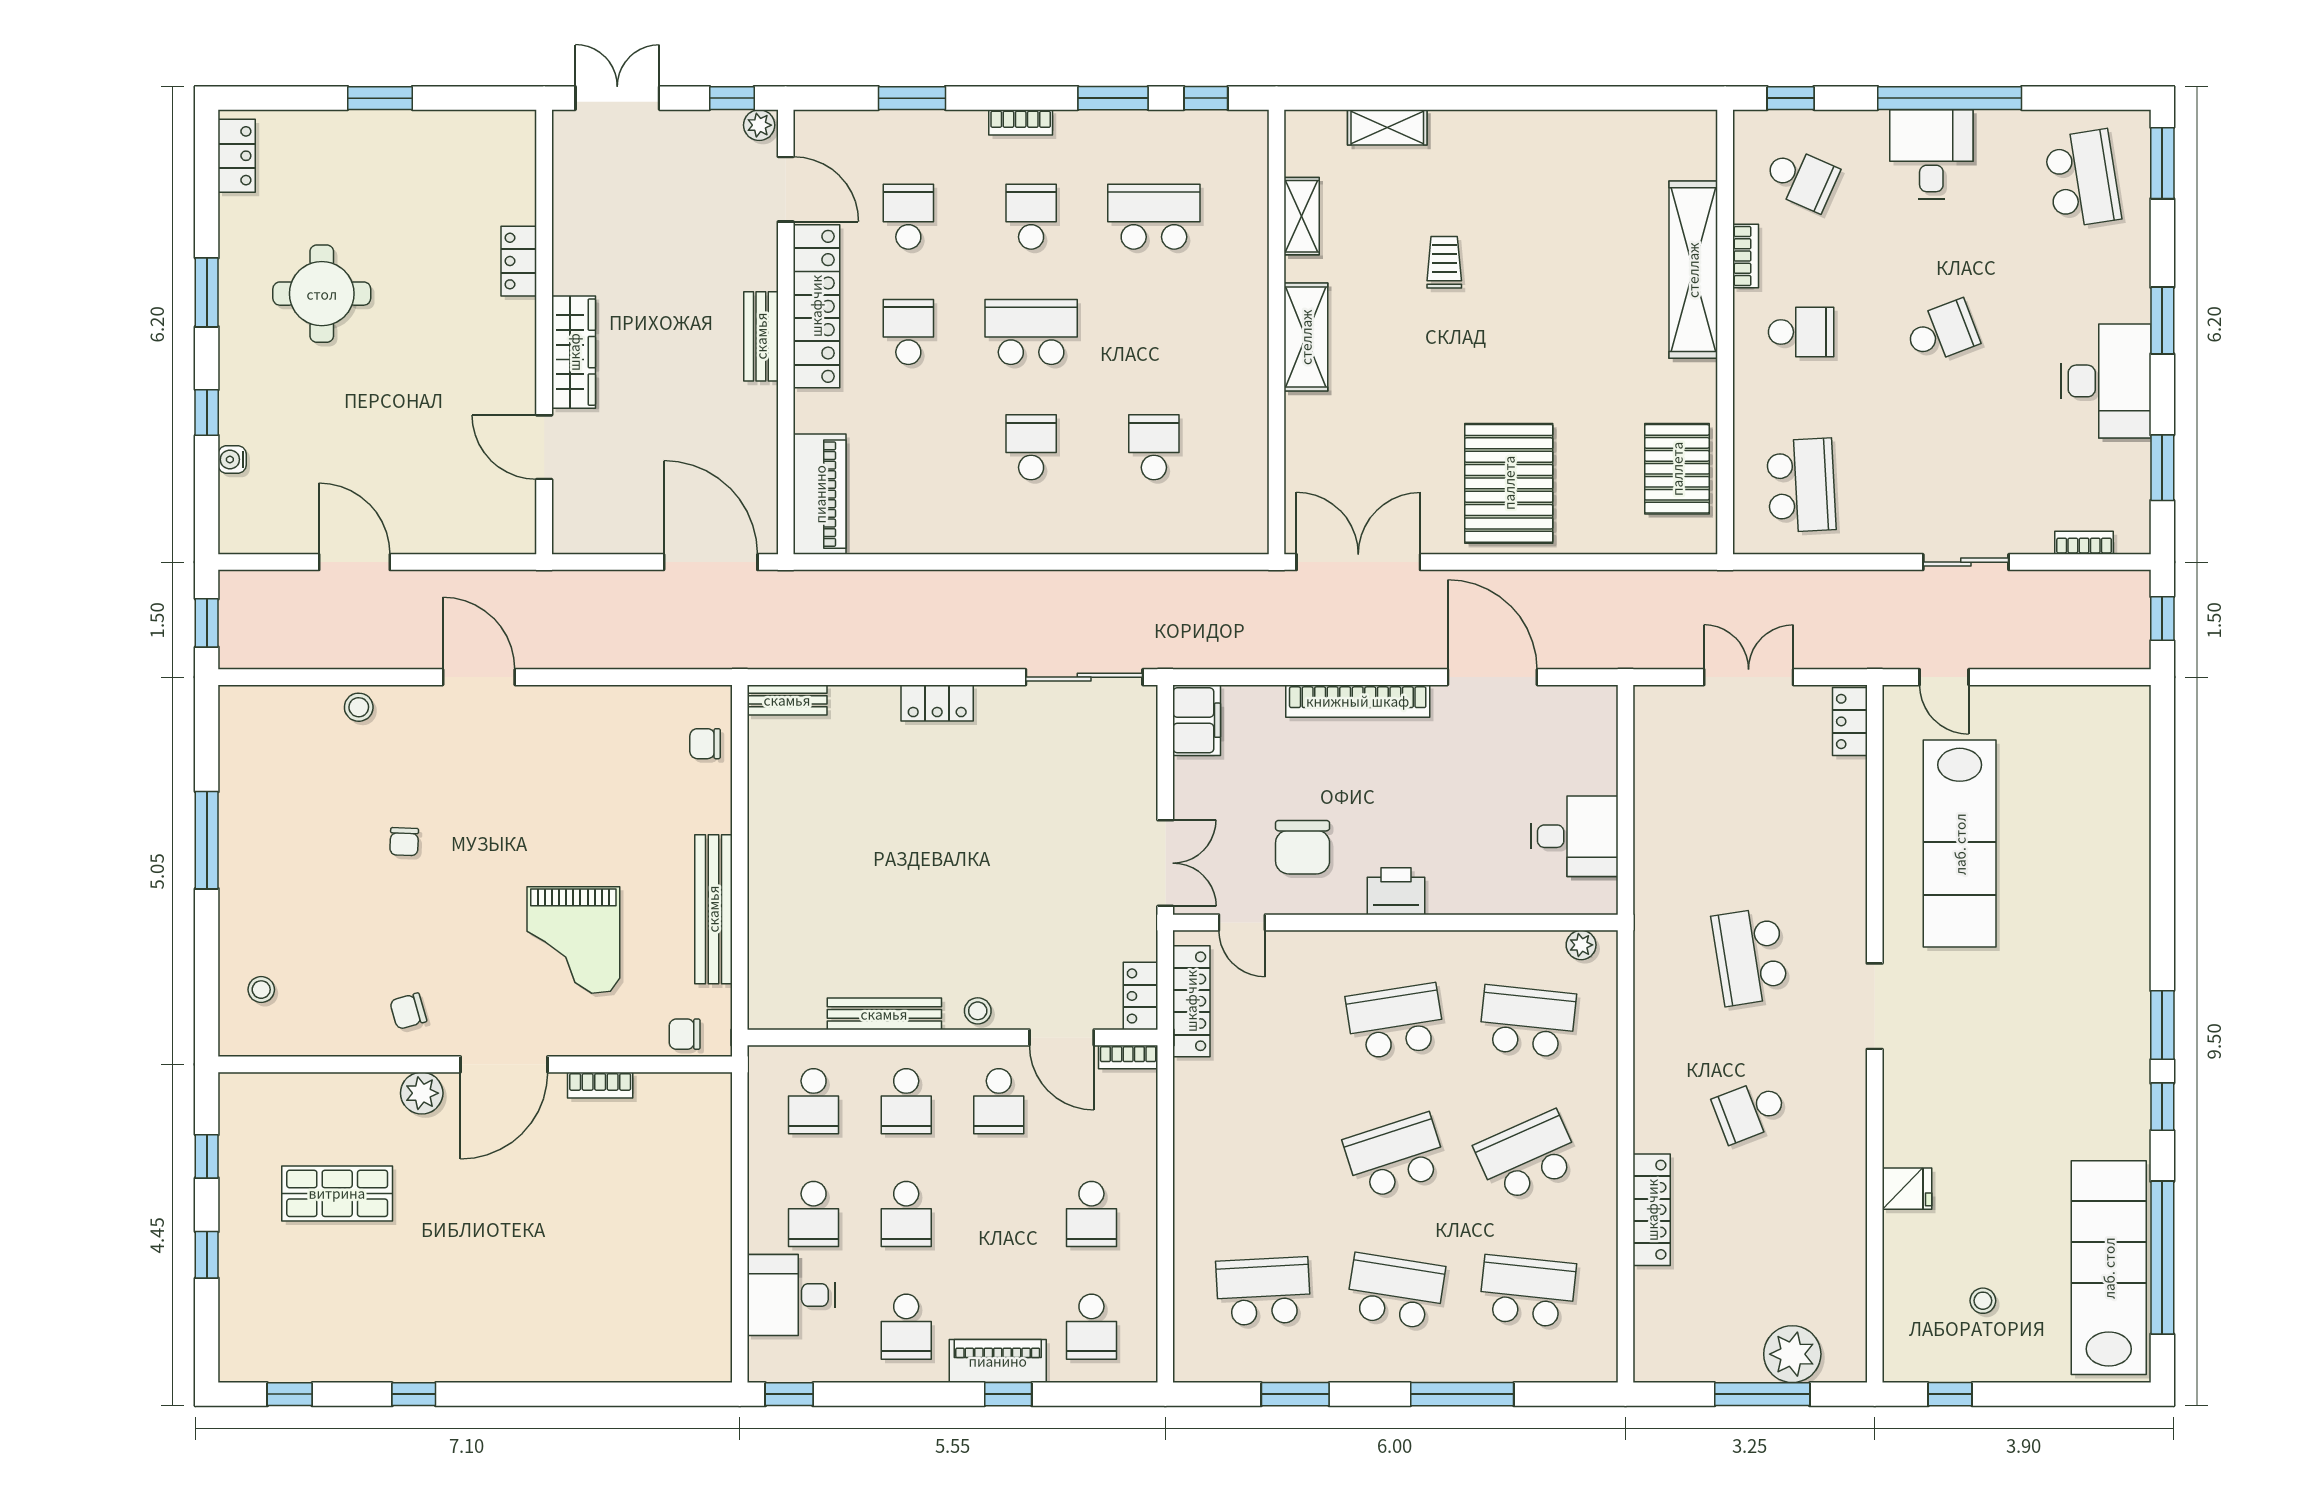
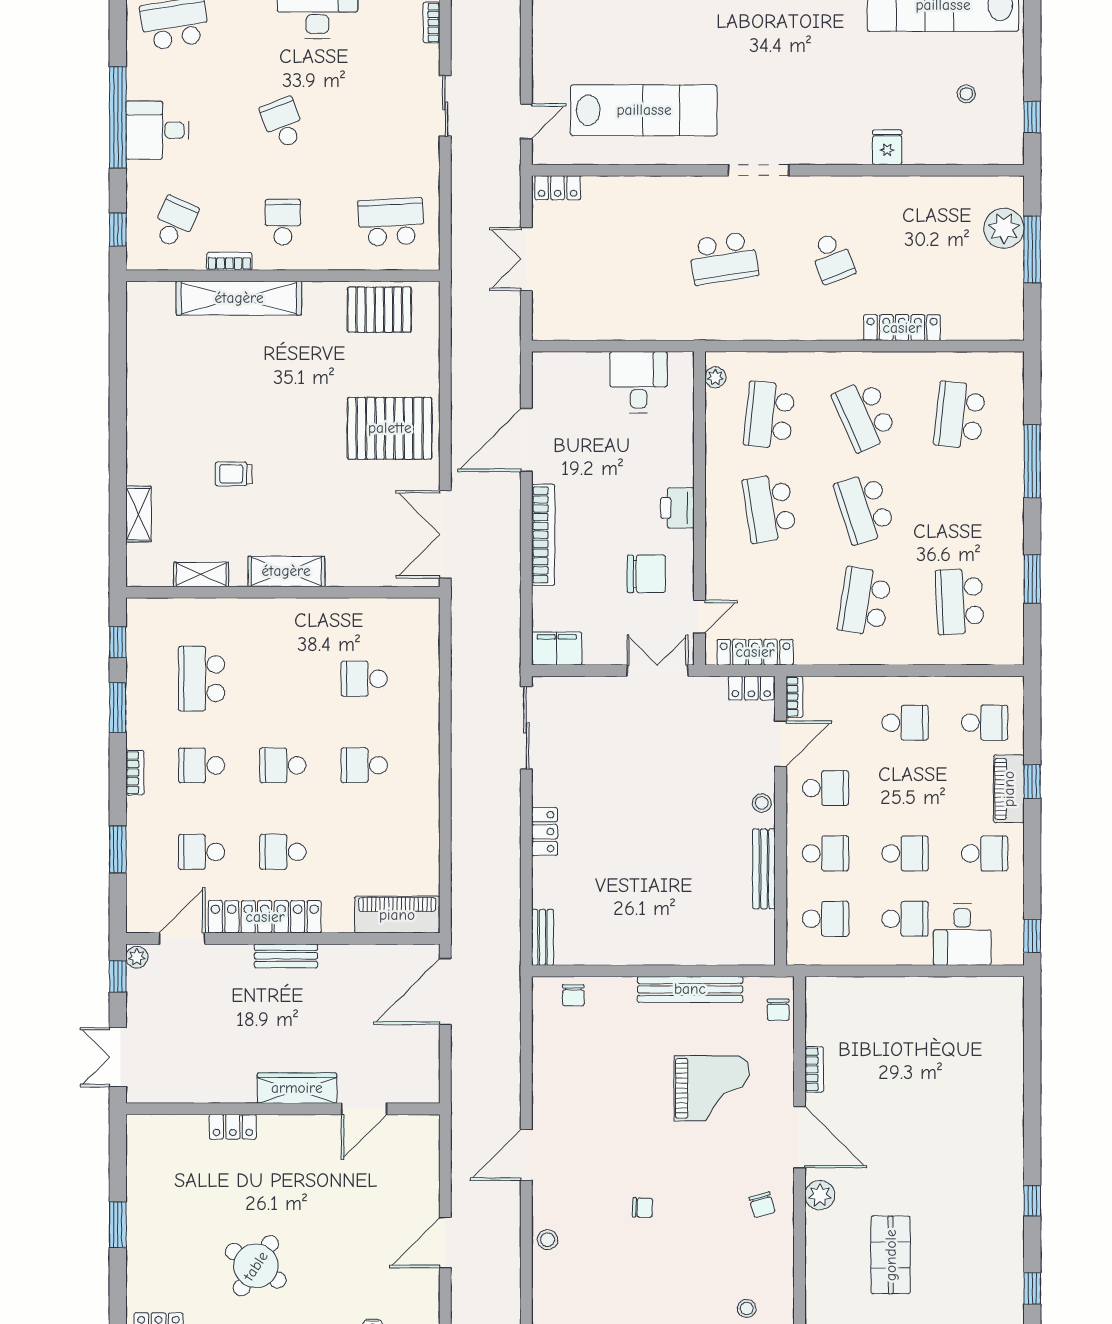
round table: (322, 294) -> (256, 1266), turned 33
school desk: (1031, 332) -> (283, 765), width x0.54
school desk: (1395, 1291) -> (864, 601), moved

